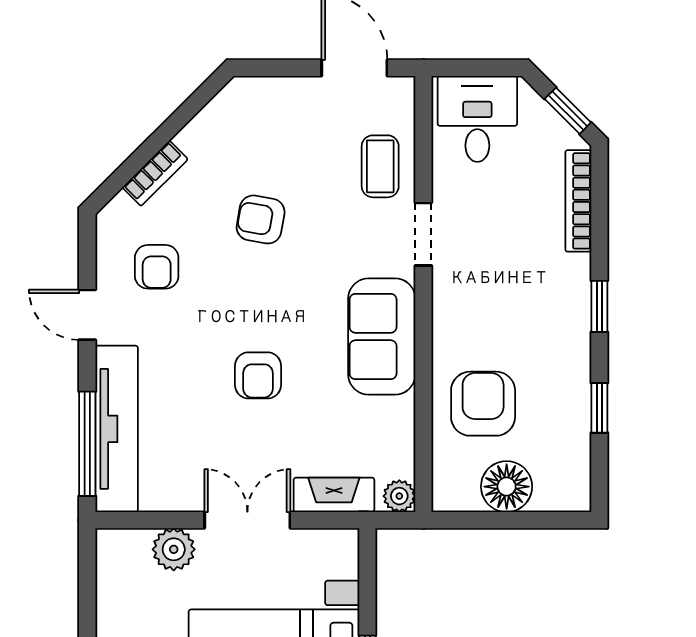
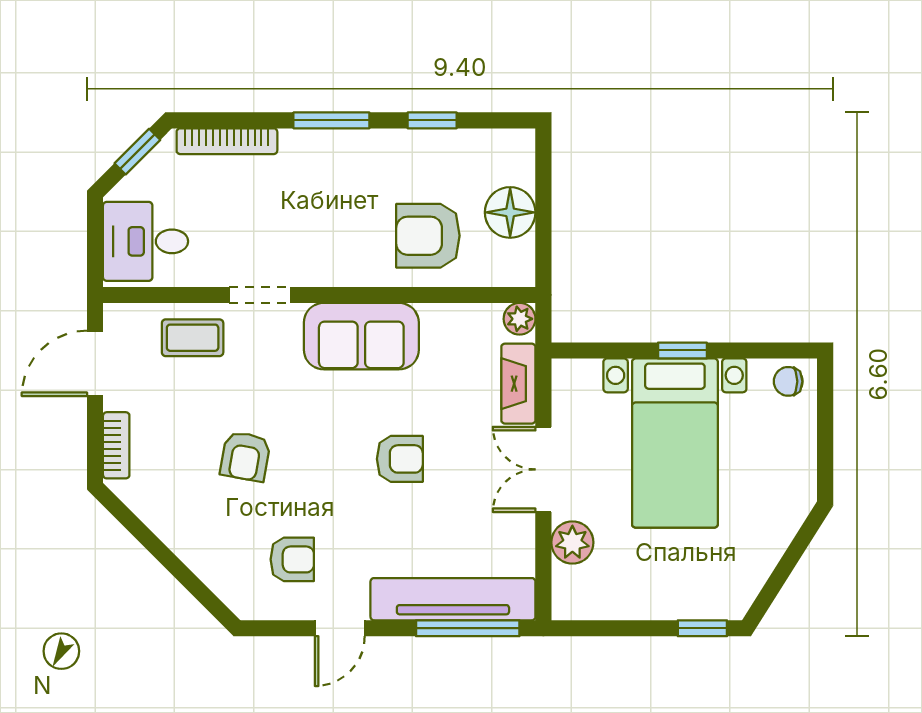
bookcase: (155, 173) -> (116, 445), moved, turned 45
window: (599, 306) -> (331, 120), width x1.50

